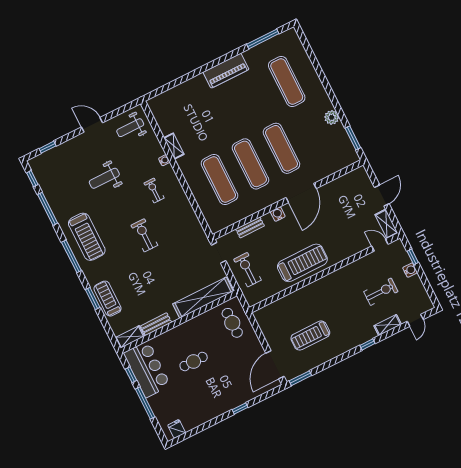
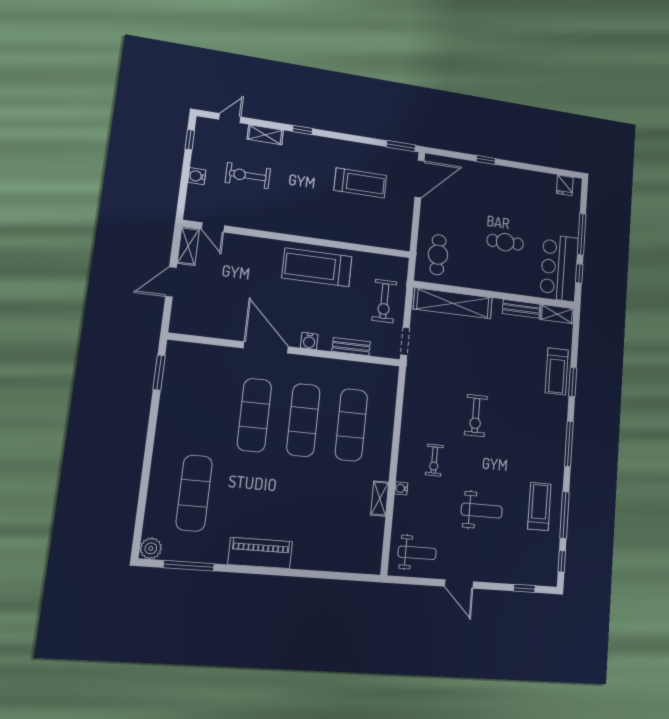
plant: (332, 117) -> (151, 548), moved
door: (301, 193) -> (266, 347), hinge flipped
treadmill: (87, 237) -> (539, 506), moved, width x0.73, depth x0.73
window: (413, 257) -> (190, 140), moved

